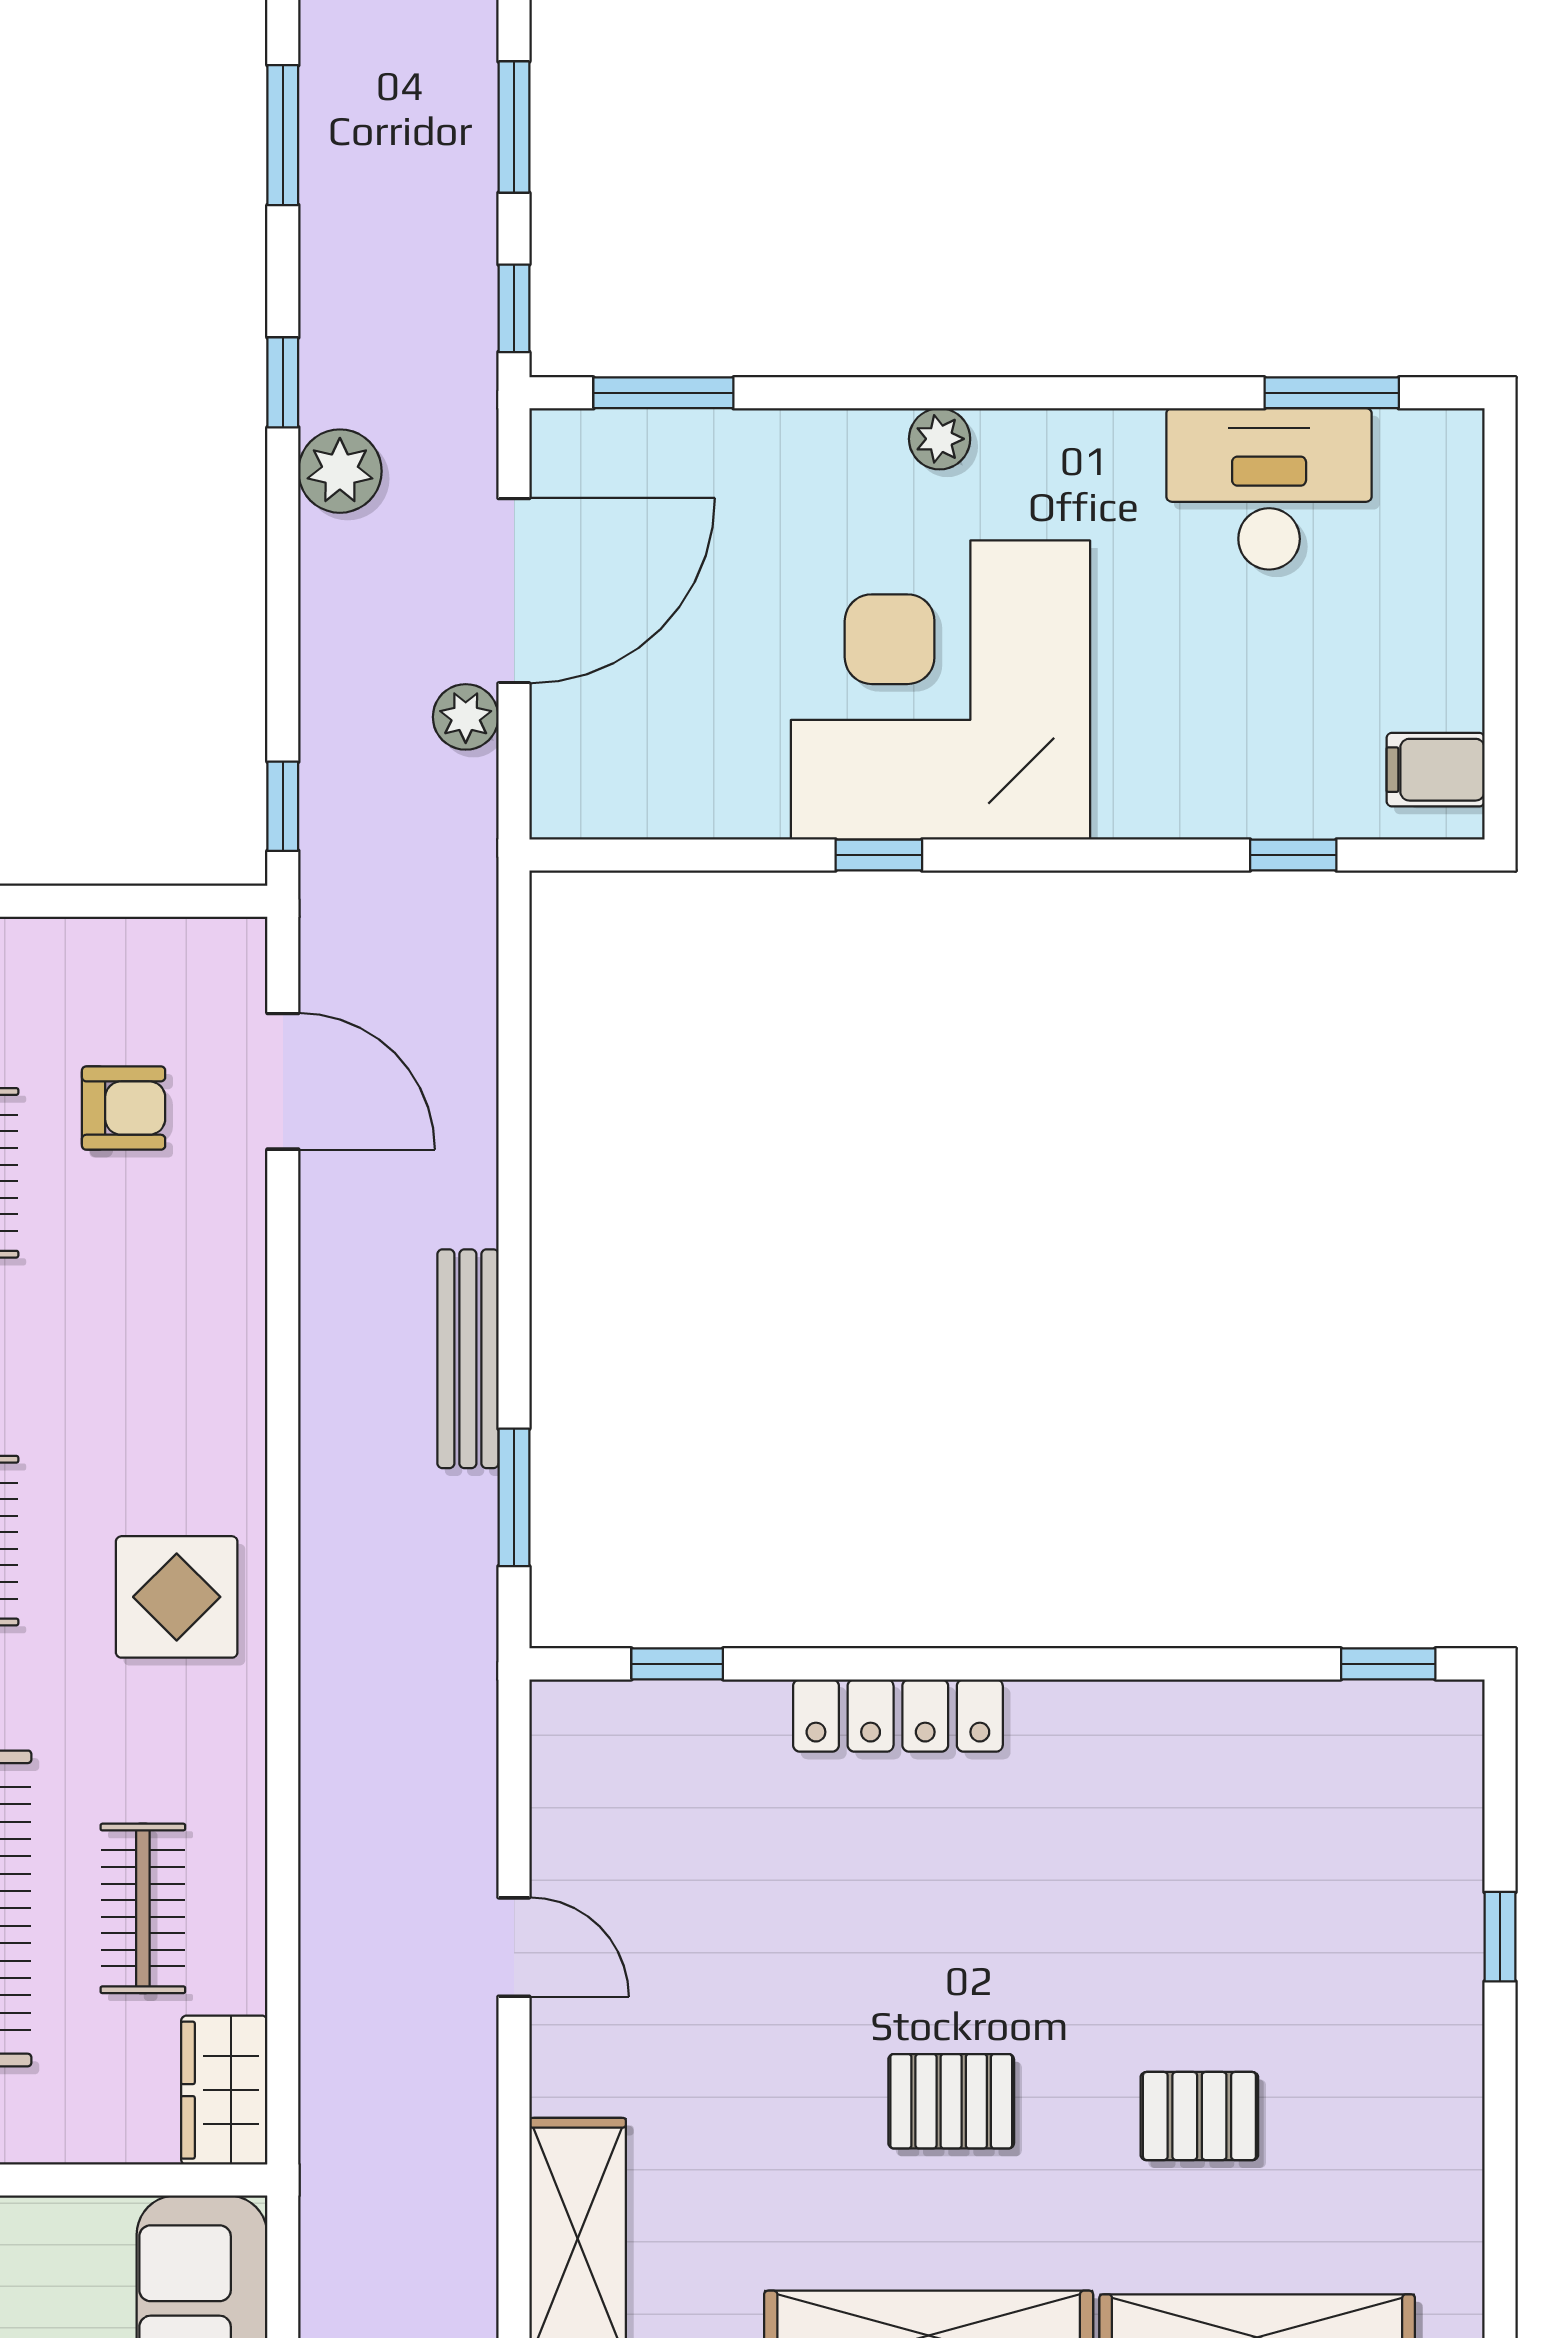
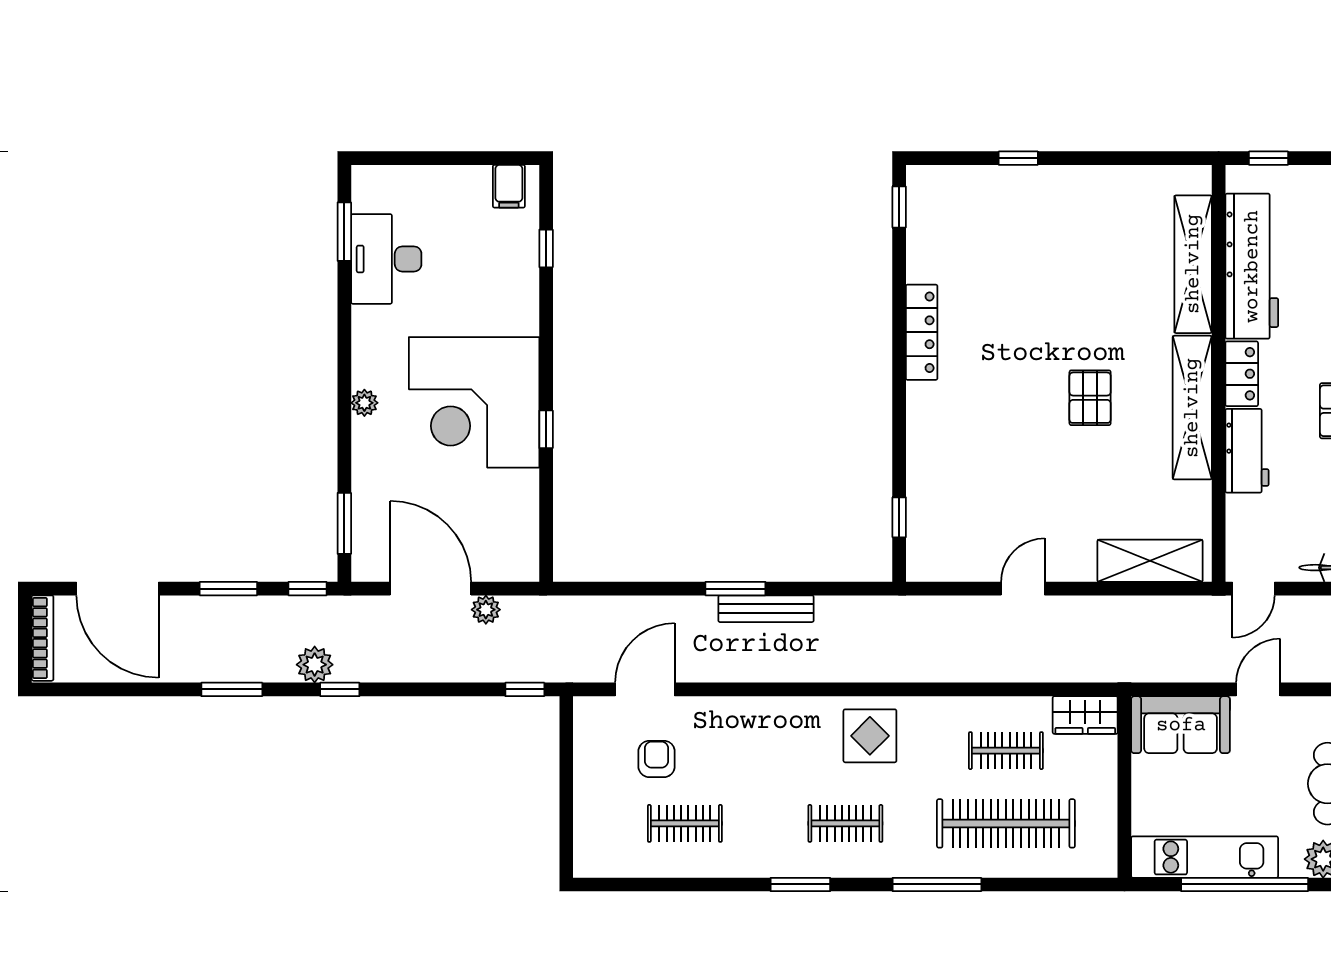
plant: (340, 471) -> (315, 665), moved
window: (514, 1497) -> (735, 589), moved
locker: (898, 1715) -> (922, 332), moved
pallet: (1199, 2116) -> (1097, 289), removed

